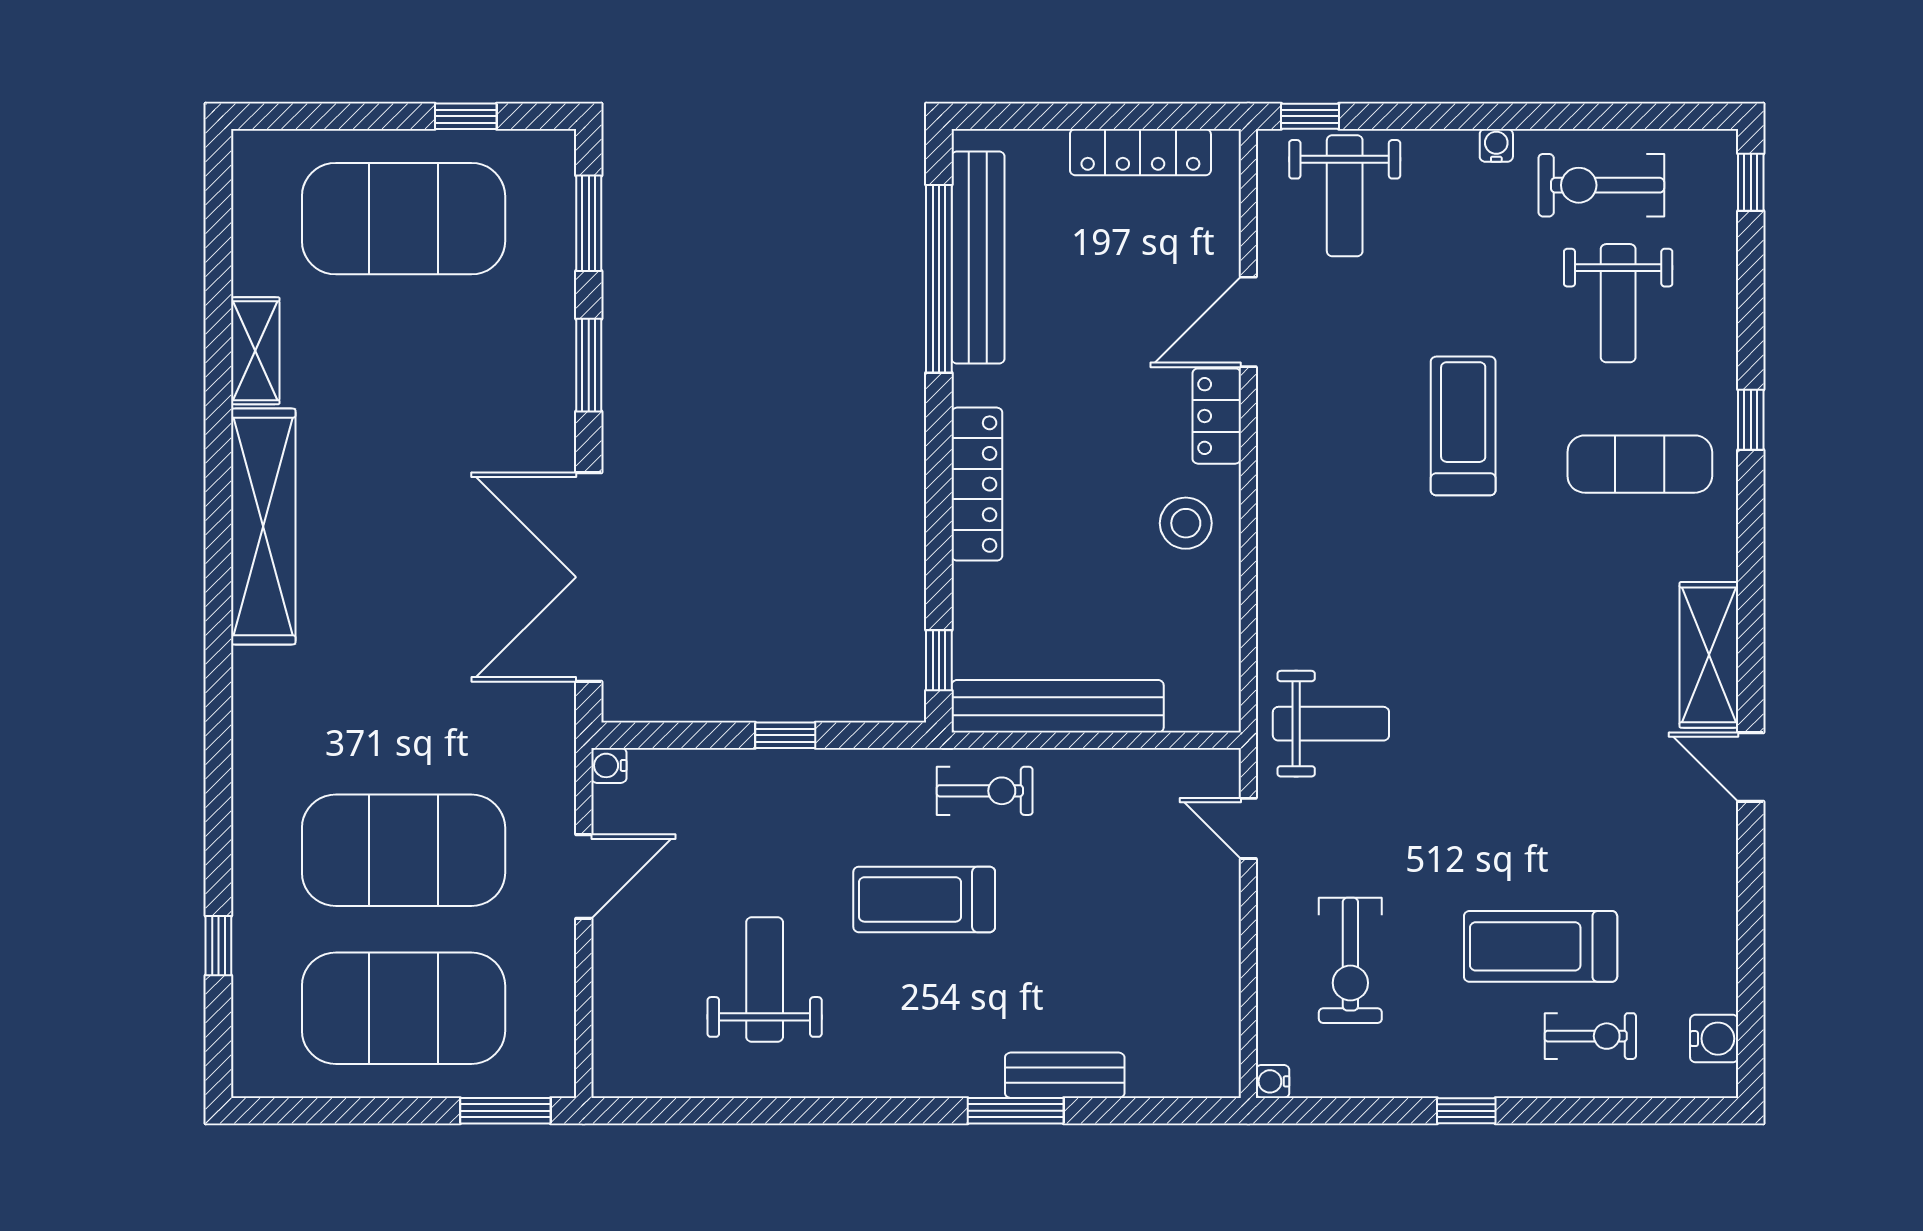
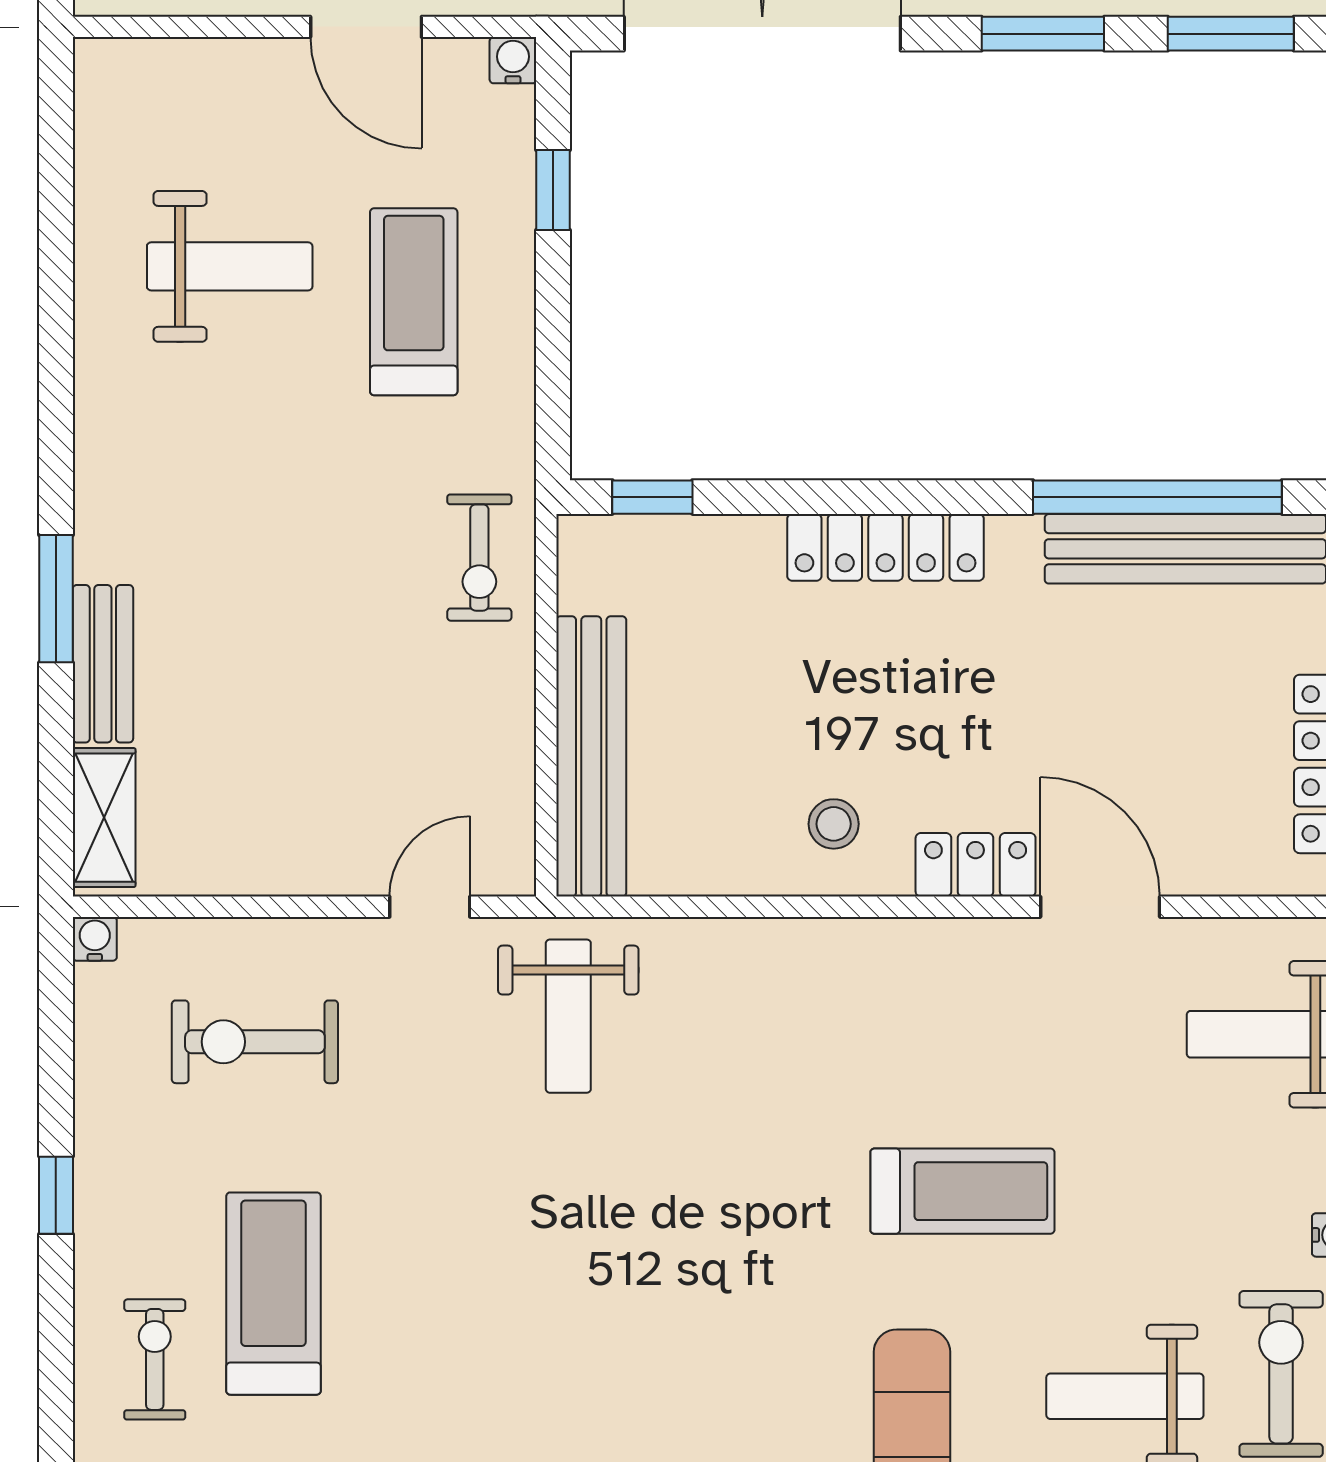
stool: (1186, 523) -> (834, 824), width x0.73, depth x0.73
bench: (1058, 706) -> (591, 756), moved
window: (785, 735) -> (553, 190), moved
treadmill: (924, 899) -> (414, 302), moved
exercise bike: (1590, 1036) -> (155, 1359), turned 180
shelving: (1181, 1074) -> (104, 818), added

